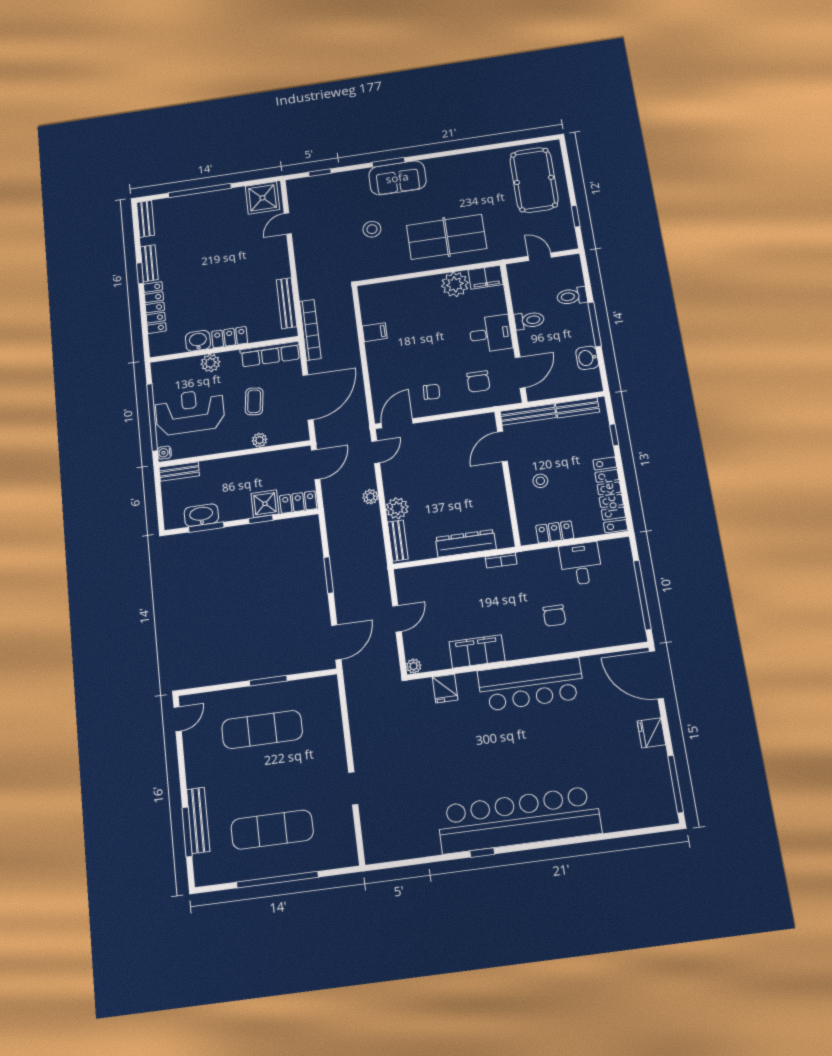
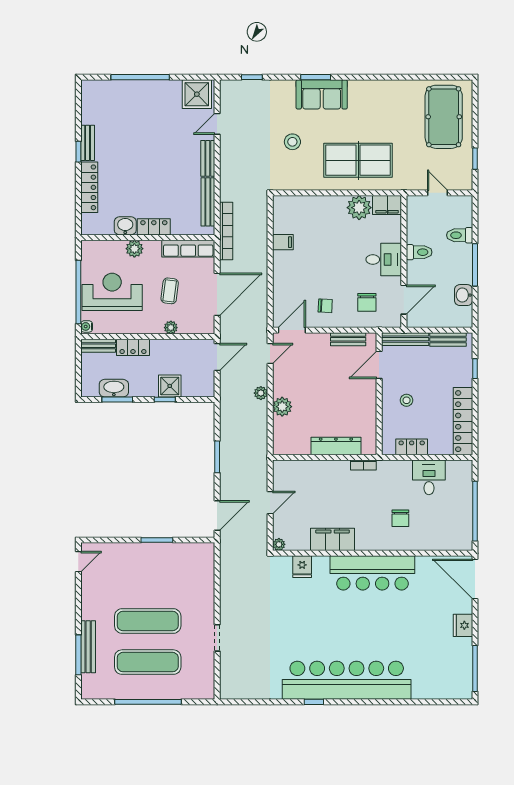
bench: (145, 219) -> (208, 158), moved
locker: (298, 502) -> (133, 347), moved, turned 180
bench: (398, 541) -> (348, 339), moved, turned 90
exercise mat: (262, 729) -> (148, 621), moved

